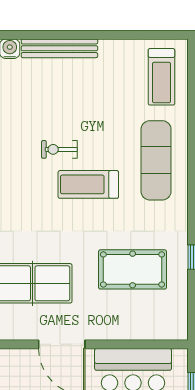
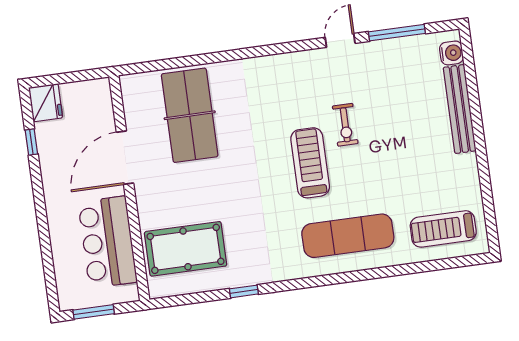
exercise bike: (59, 149) -> (345, 125), turned 180
pool table: (133, 269) -> (186, 249), moved, turned 90

